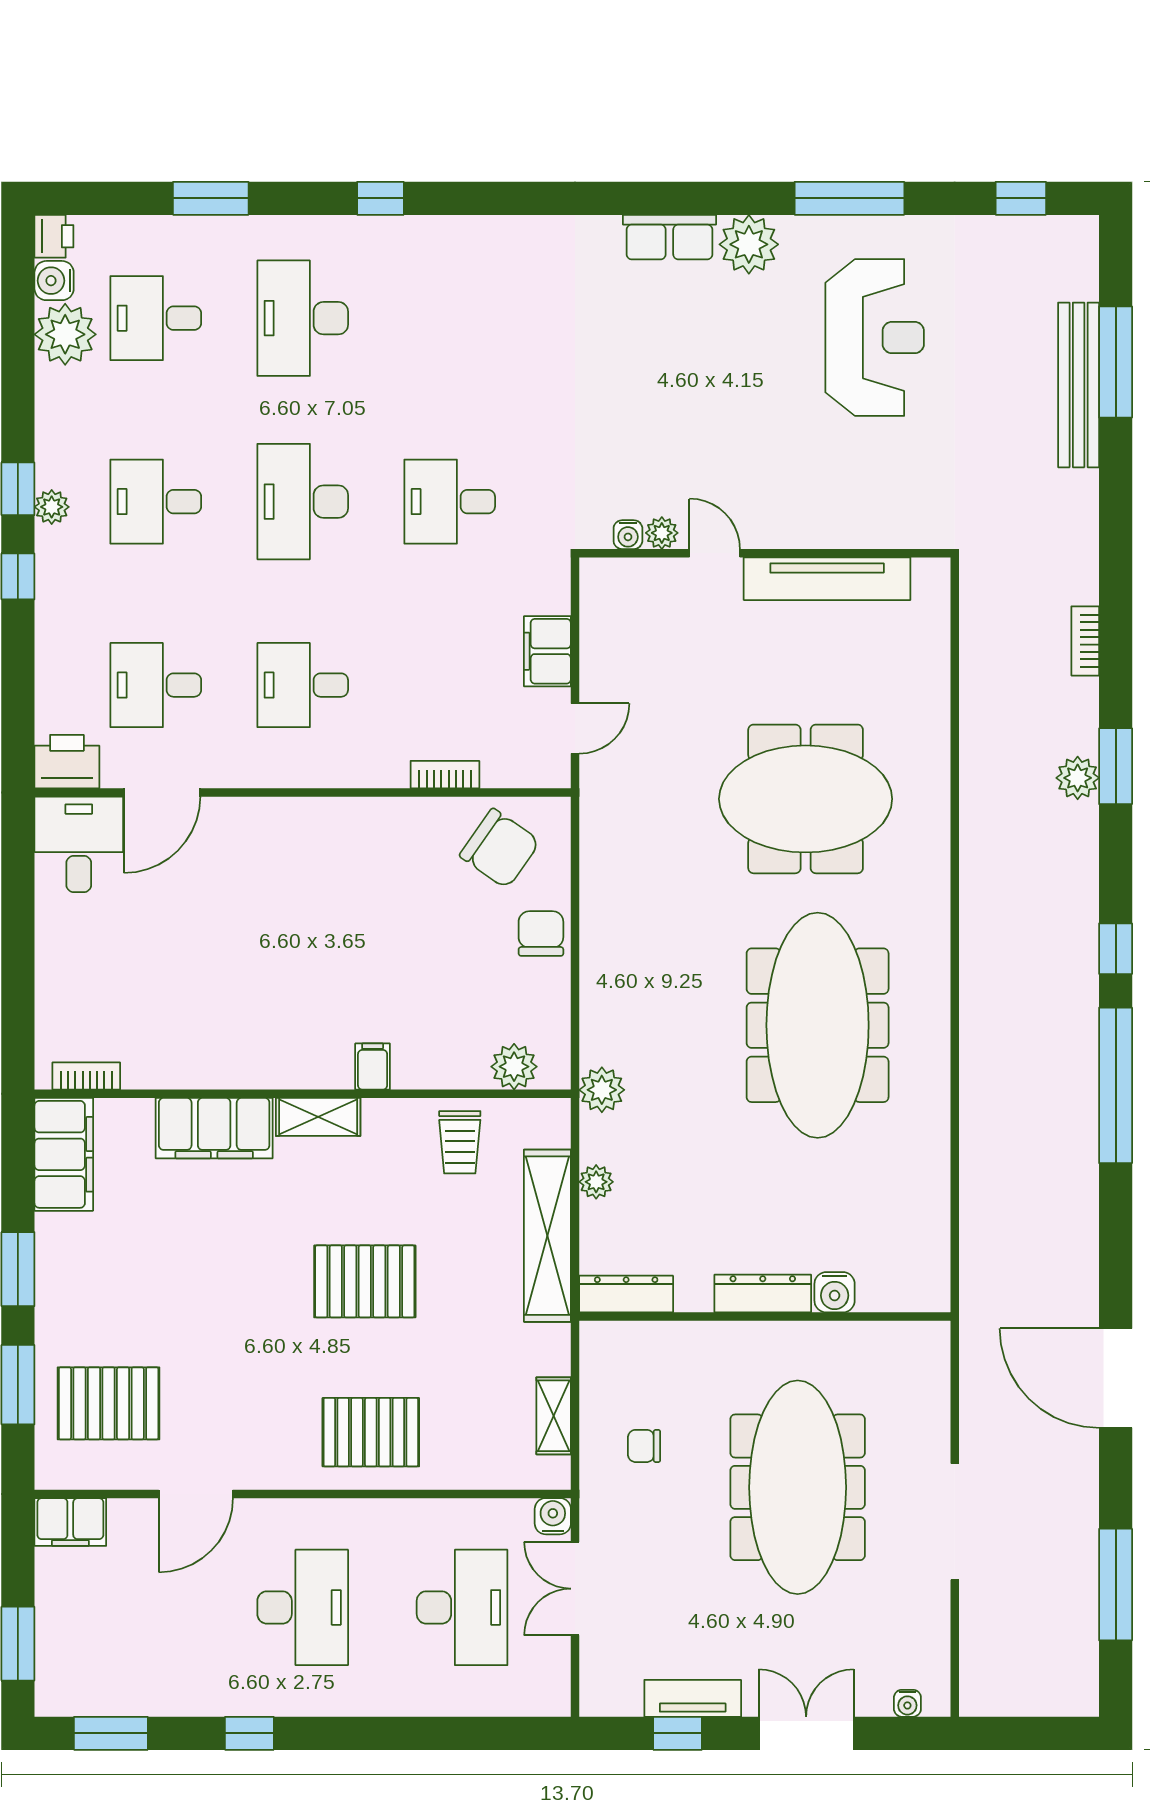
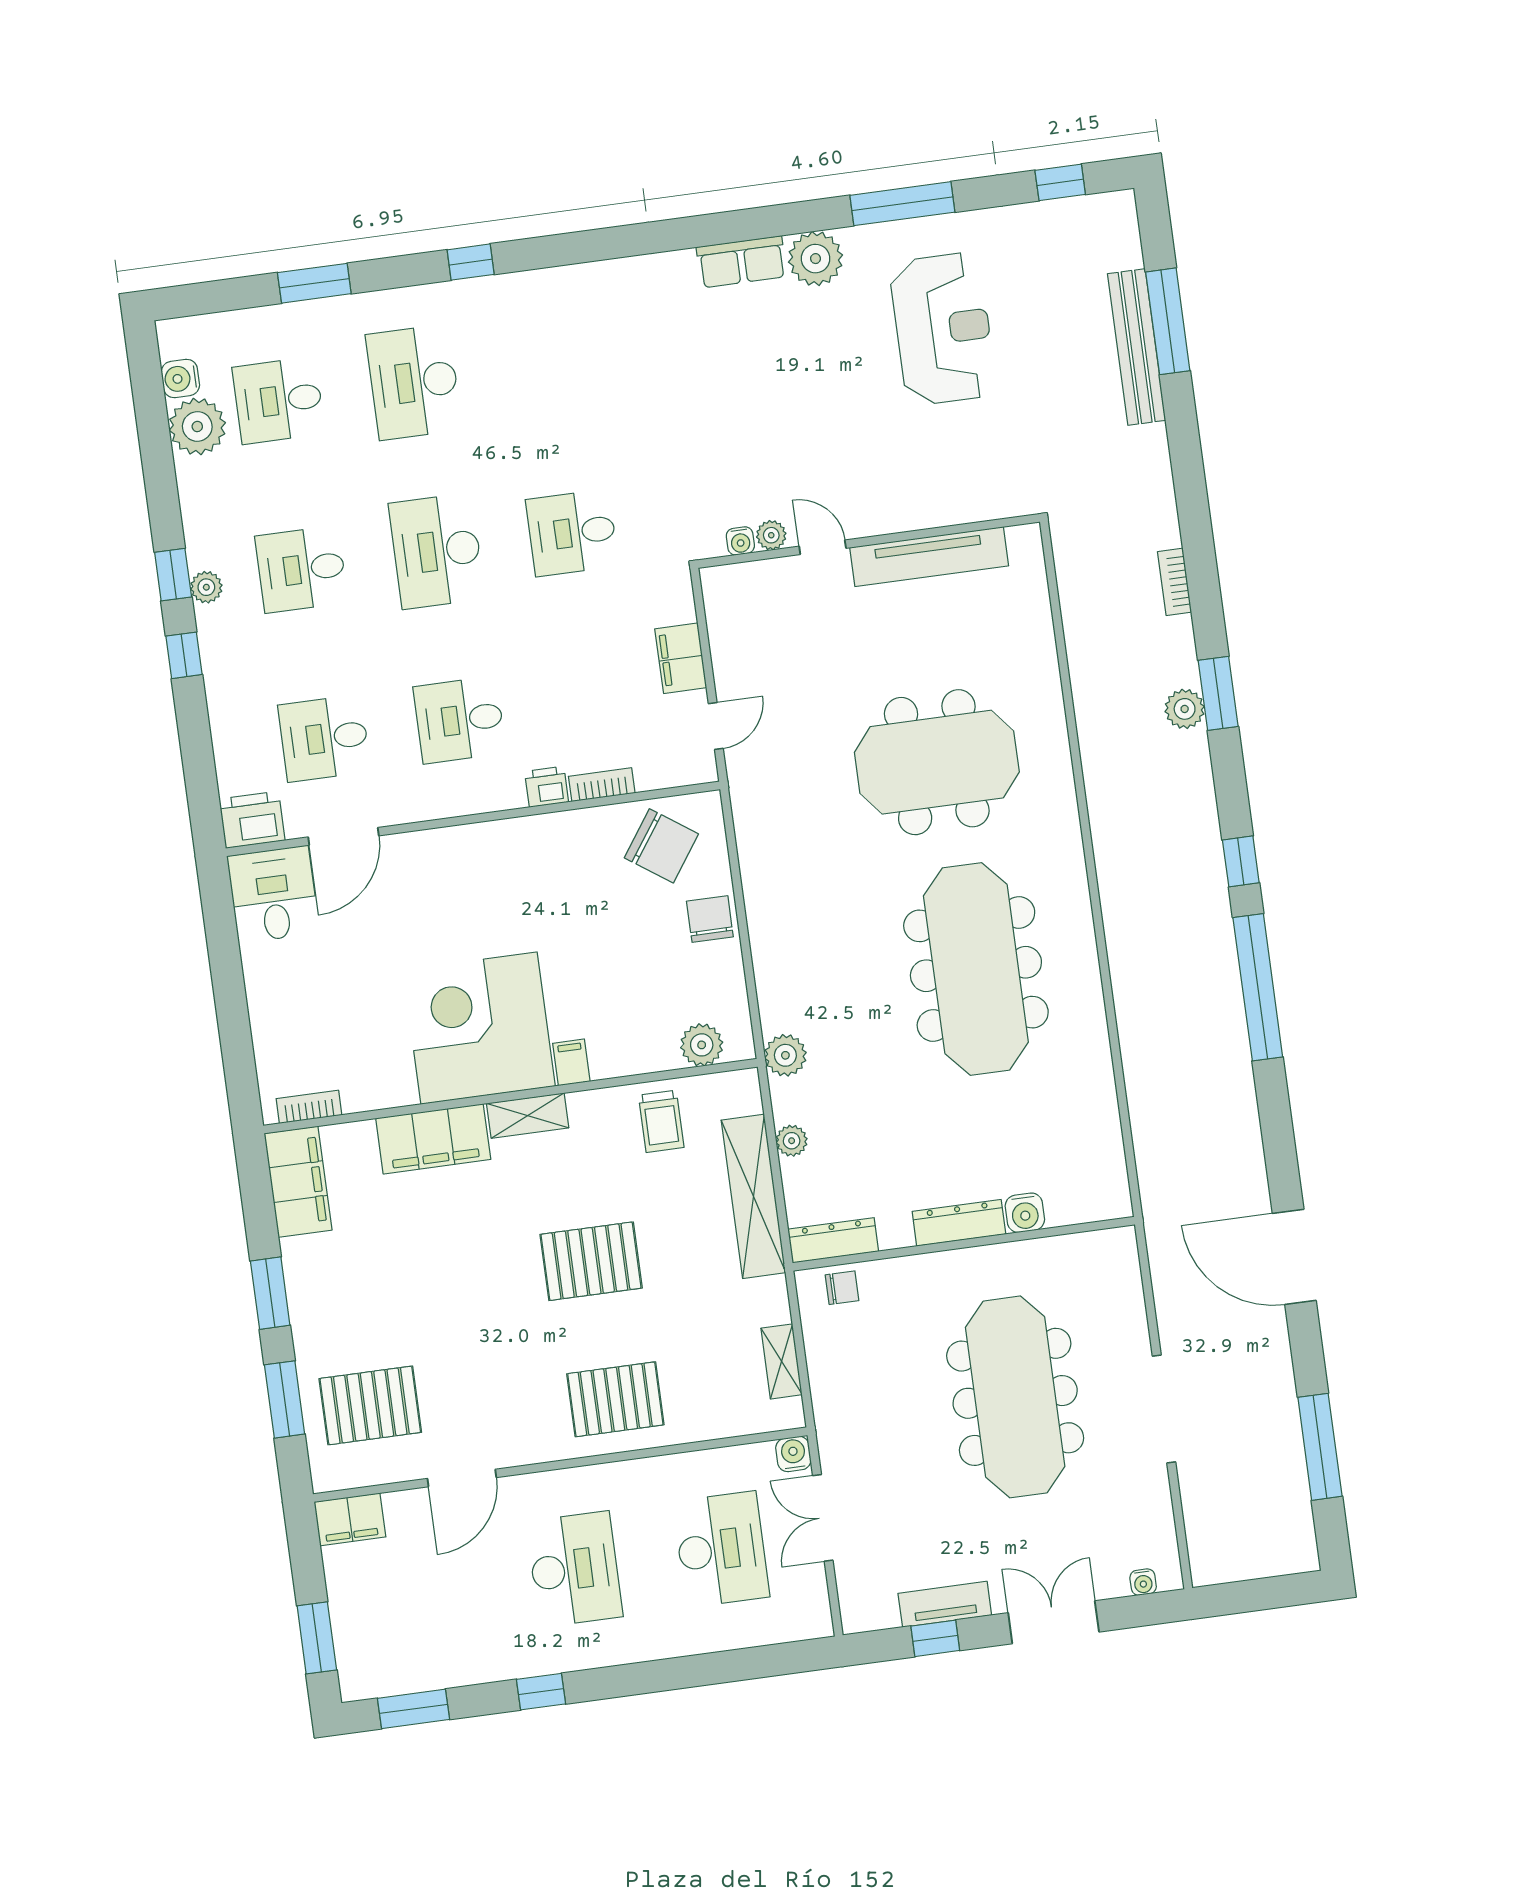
printer: (54, 236) -> (547, 787), moved, turned -90
corner desk: (279, 1017) -> (479, 1028), added
chair: (644, 1446) -> (842, 1288), moved, turned 180

